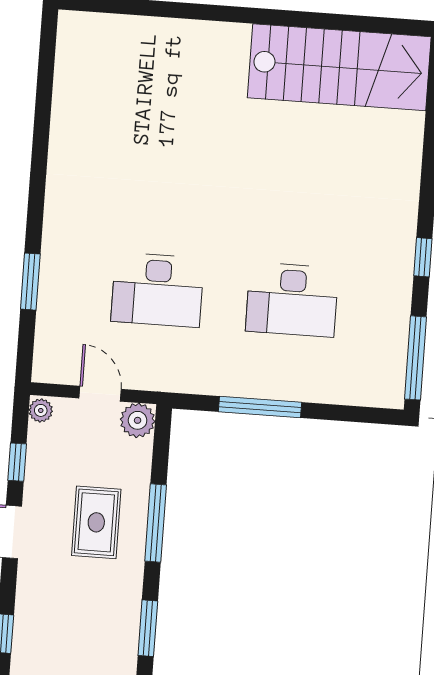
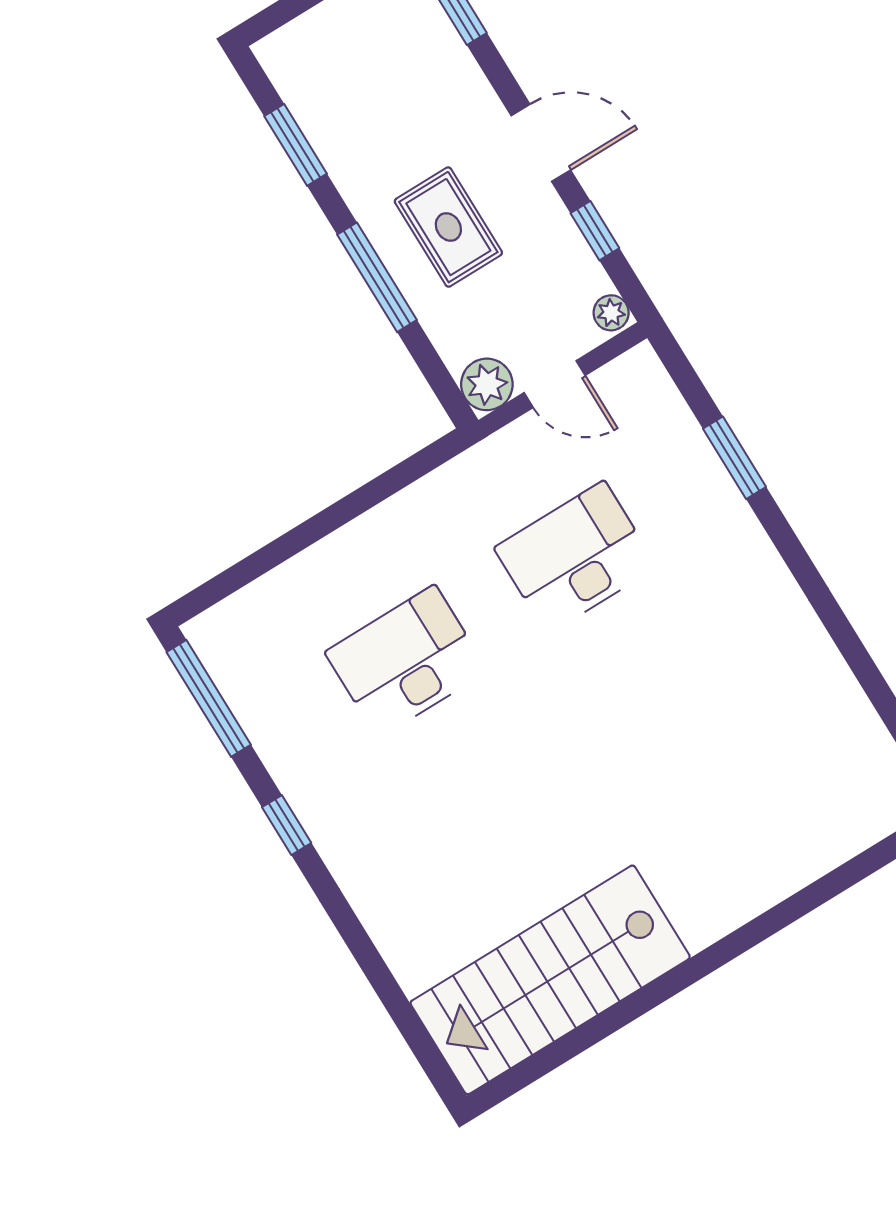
window: (260, 407) -> (352, 506), removed

